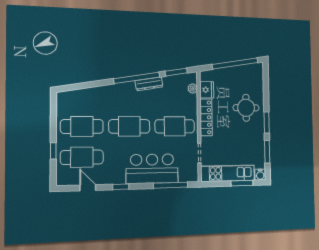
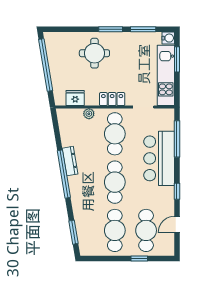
window: (176, 72) -> (74, 232), moved
plant: (193, 88) -> (89, 114), moved
locker: (206, 117) -> (112, 99), width x0.66

